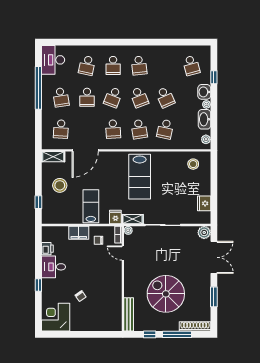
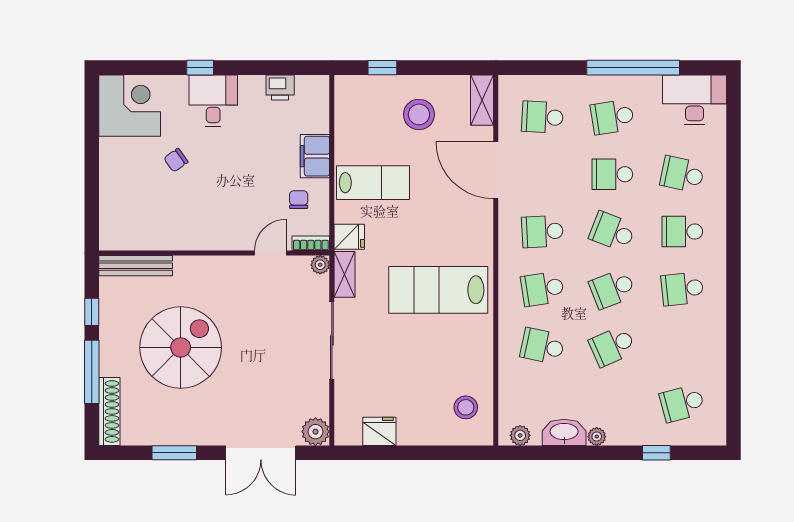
washbasin: (204, 92) -> (624, 432), removed
desk: (54, 267) -> (213, 101), moved

